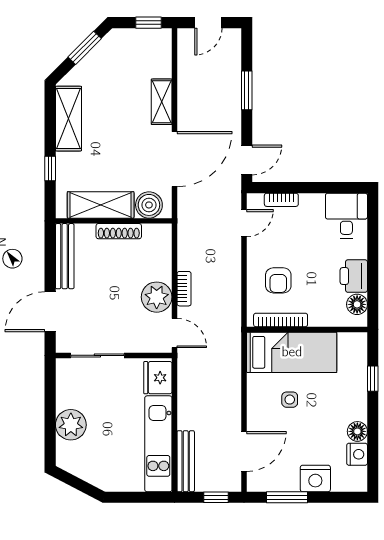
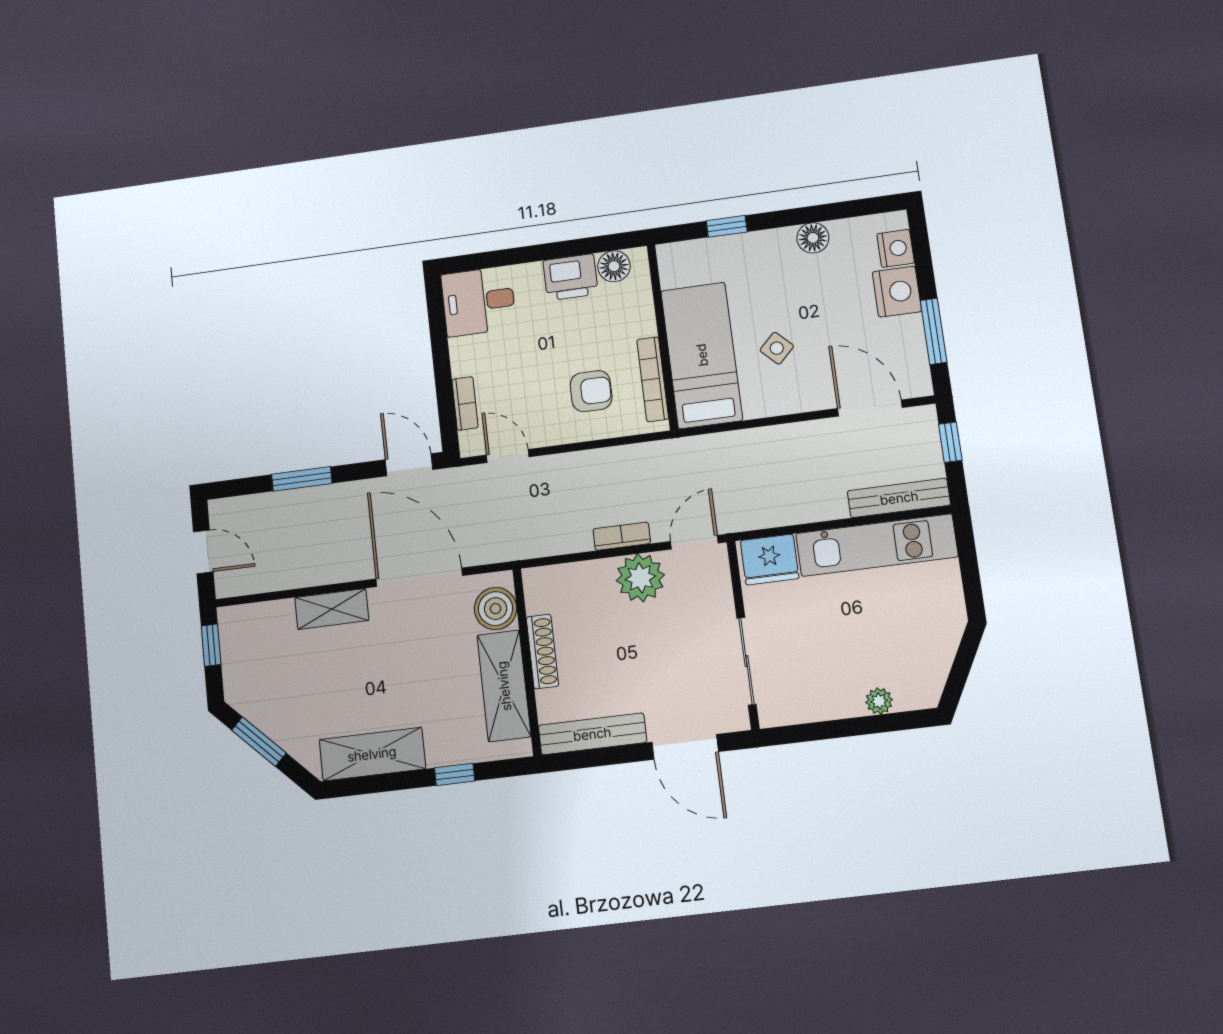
side table: (290, 400) -> (777, 348), turned 45
plant: (71, 425) -> (879, 701), width x0.53, depth x0.53
nightstand: (357, 454) -> (896, 248), moved, turned 90

